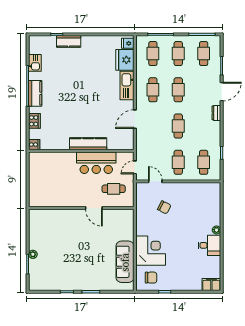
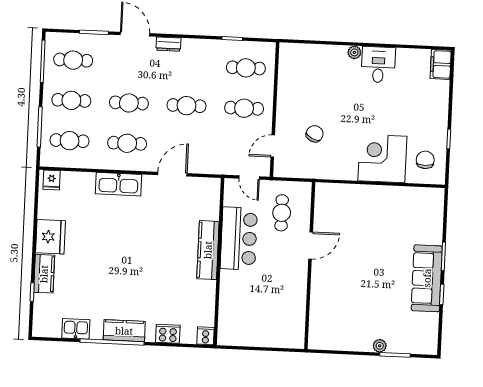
fridge: (125, 60) -> (50, 237), moved, turned -90
door: (135, 119) -> (172, 174), swing flipped
sofa: (125, 262) -> (427, 278), moved, turned 90

